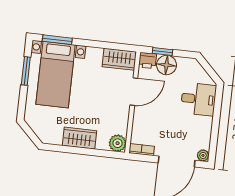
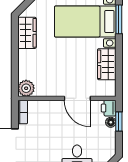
wardrobe: (119, 59) -> (107, 64), moved
floor lamp: (167, 65) -> (111, 122), width x0.53, depth x0.53
wardrobe: (80, 138) -> (27, 33), moved

